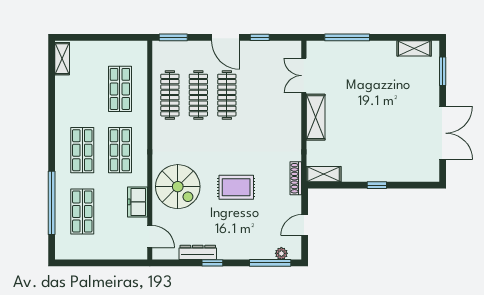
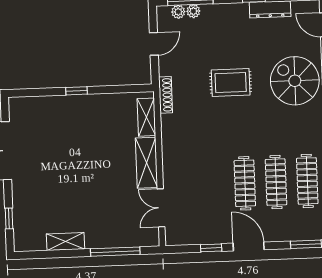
shelving: (414, 48) -> (66, 241), moved
window: (443, 71) -> (9, 219), width x0.67
double door: (304, 76) -> (161, 208), swing flipped
shelving: (324, 174) -> (146, 117), moved, turned 90
plant: (268, 253) -> (193, 11), added

